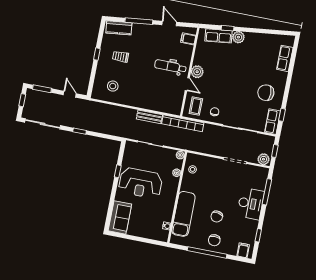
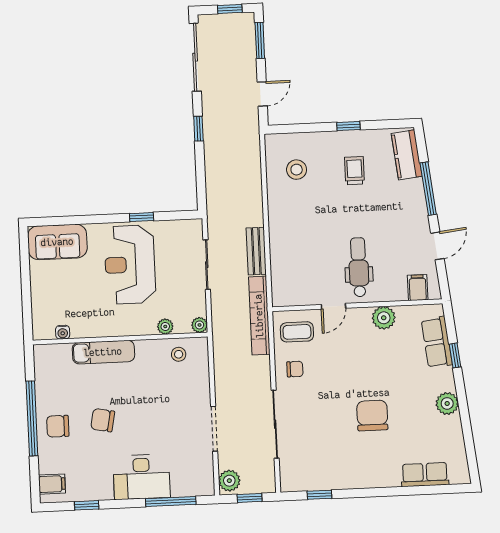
plant: (238, 37) -> (447, 403), moved
plant: (197, 72) -> (384, 318), moved
chair: (266, 93) -> (372, 415), moved
row of seats: (273, 122) -> (303, 480), removed
exam couch: (183, 214) -> (103, 352), width x0.73, depth x0.69

